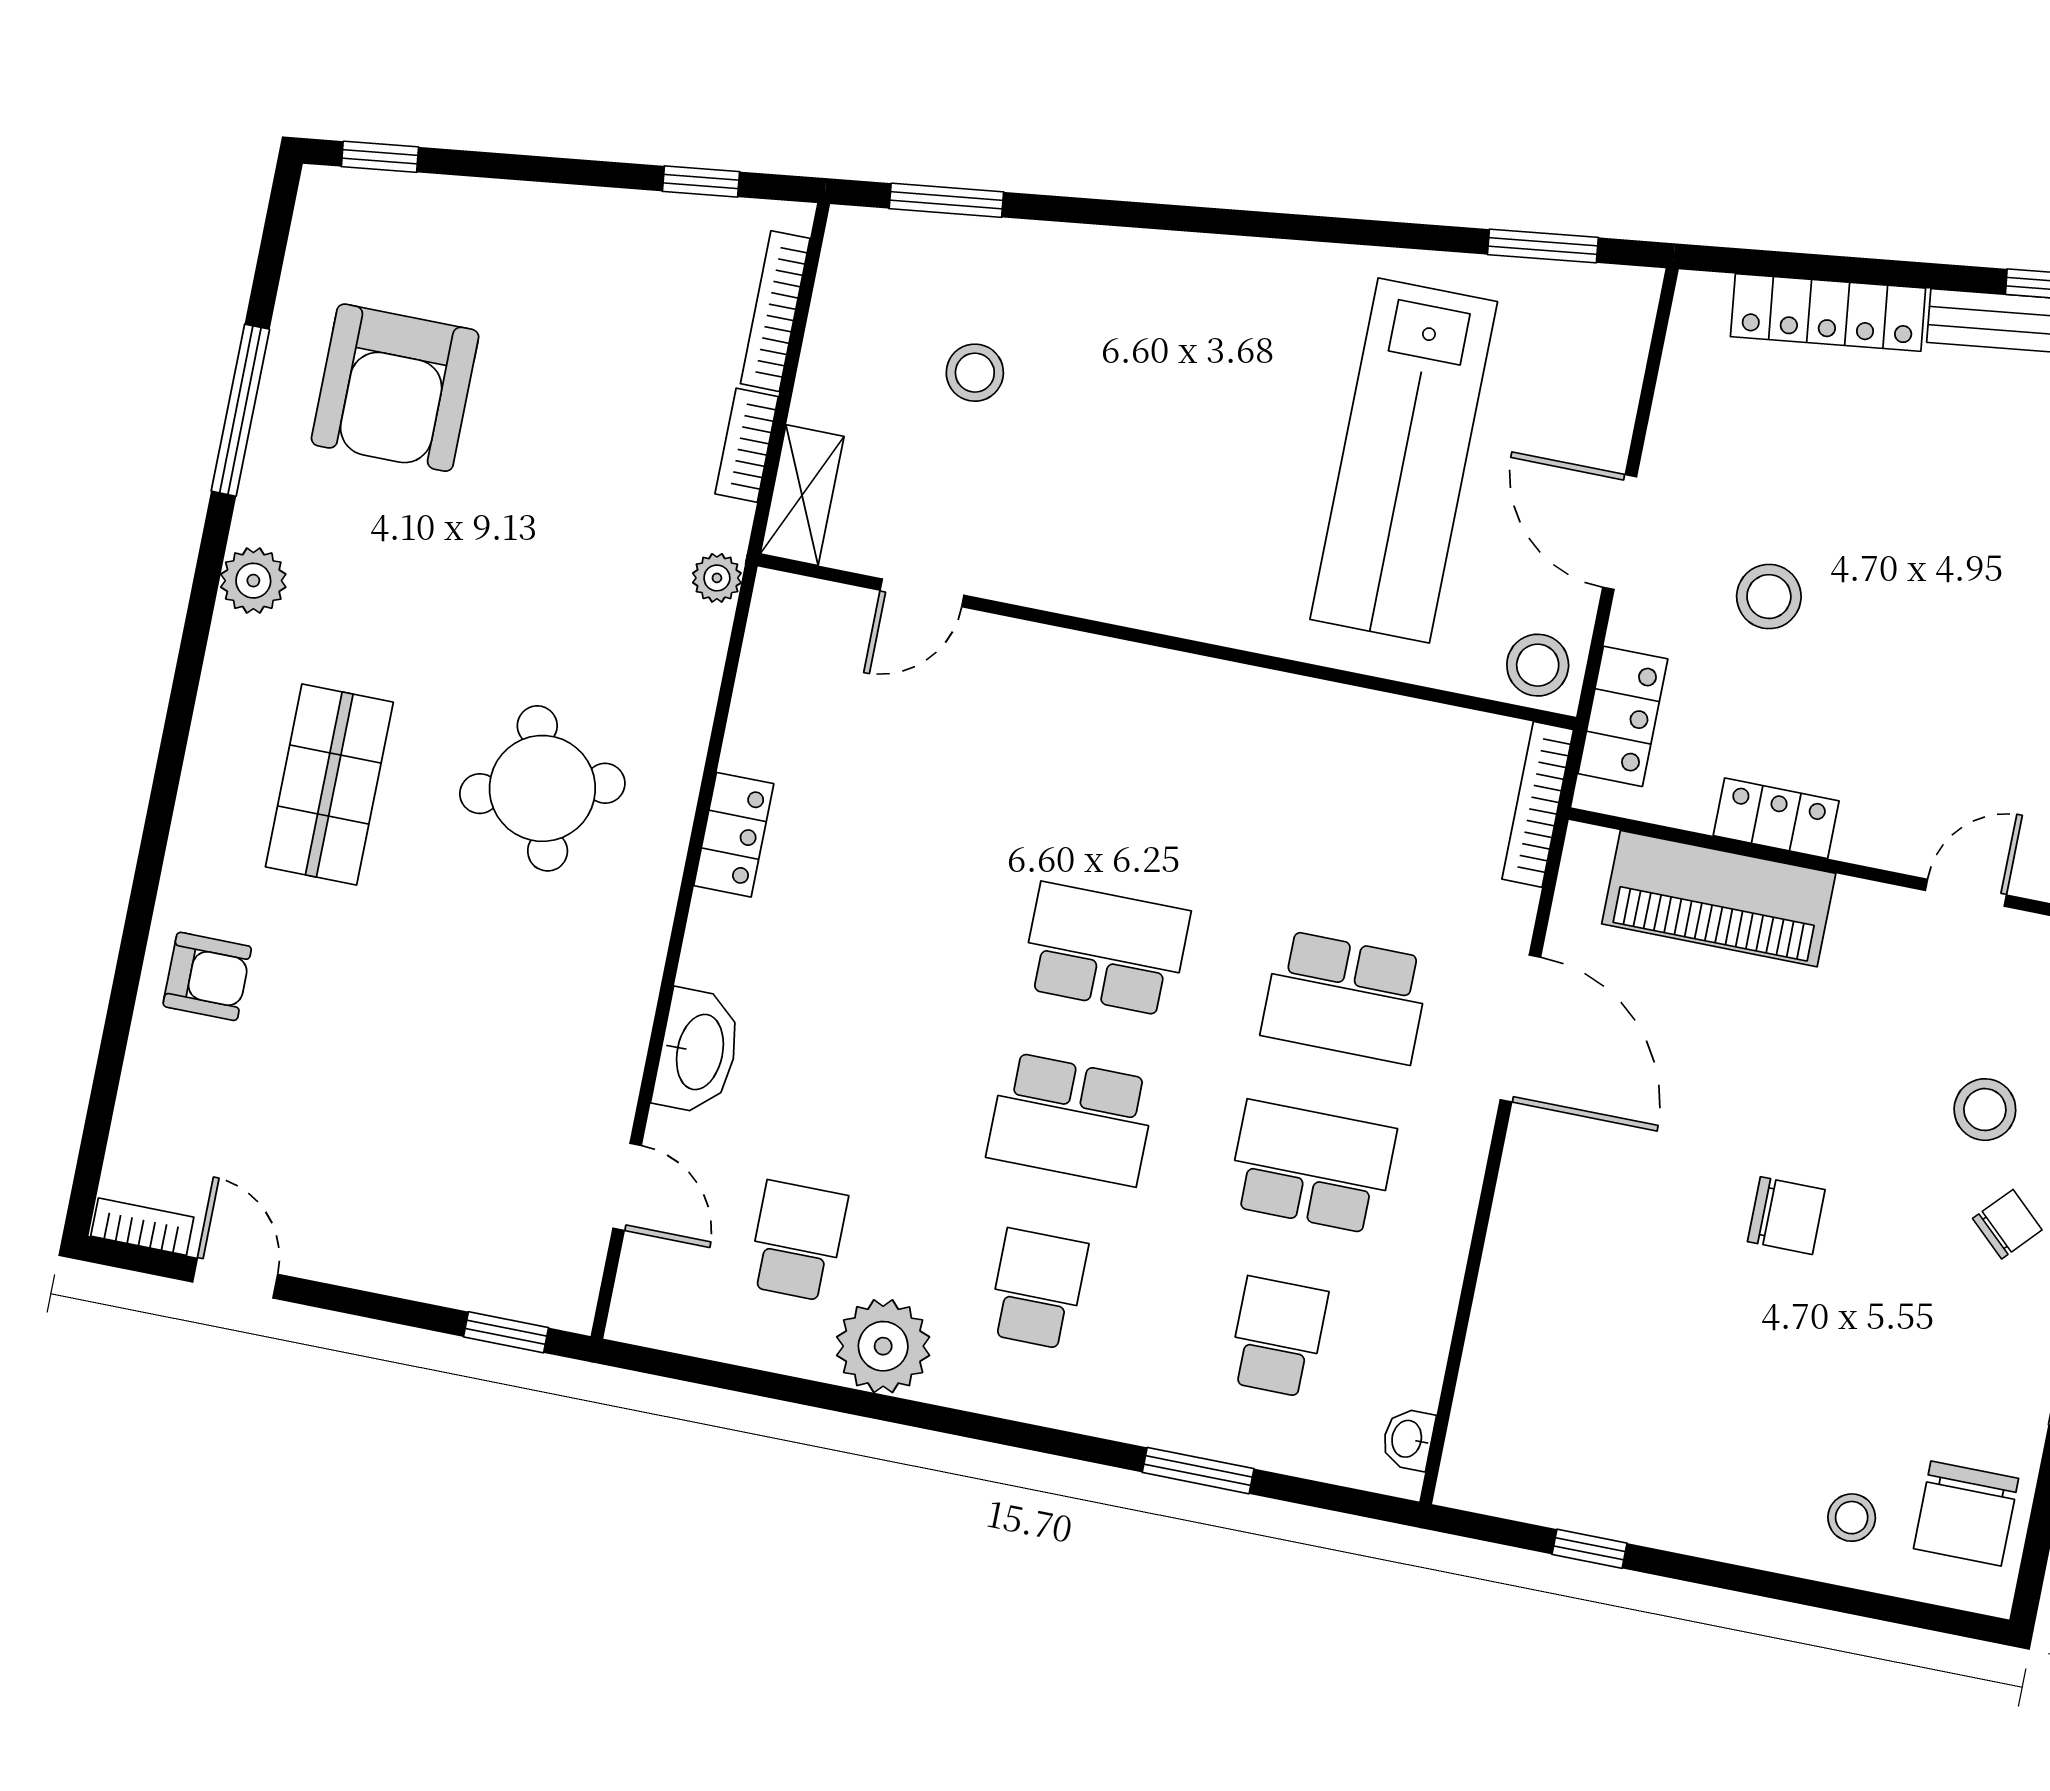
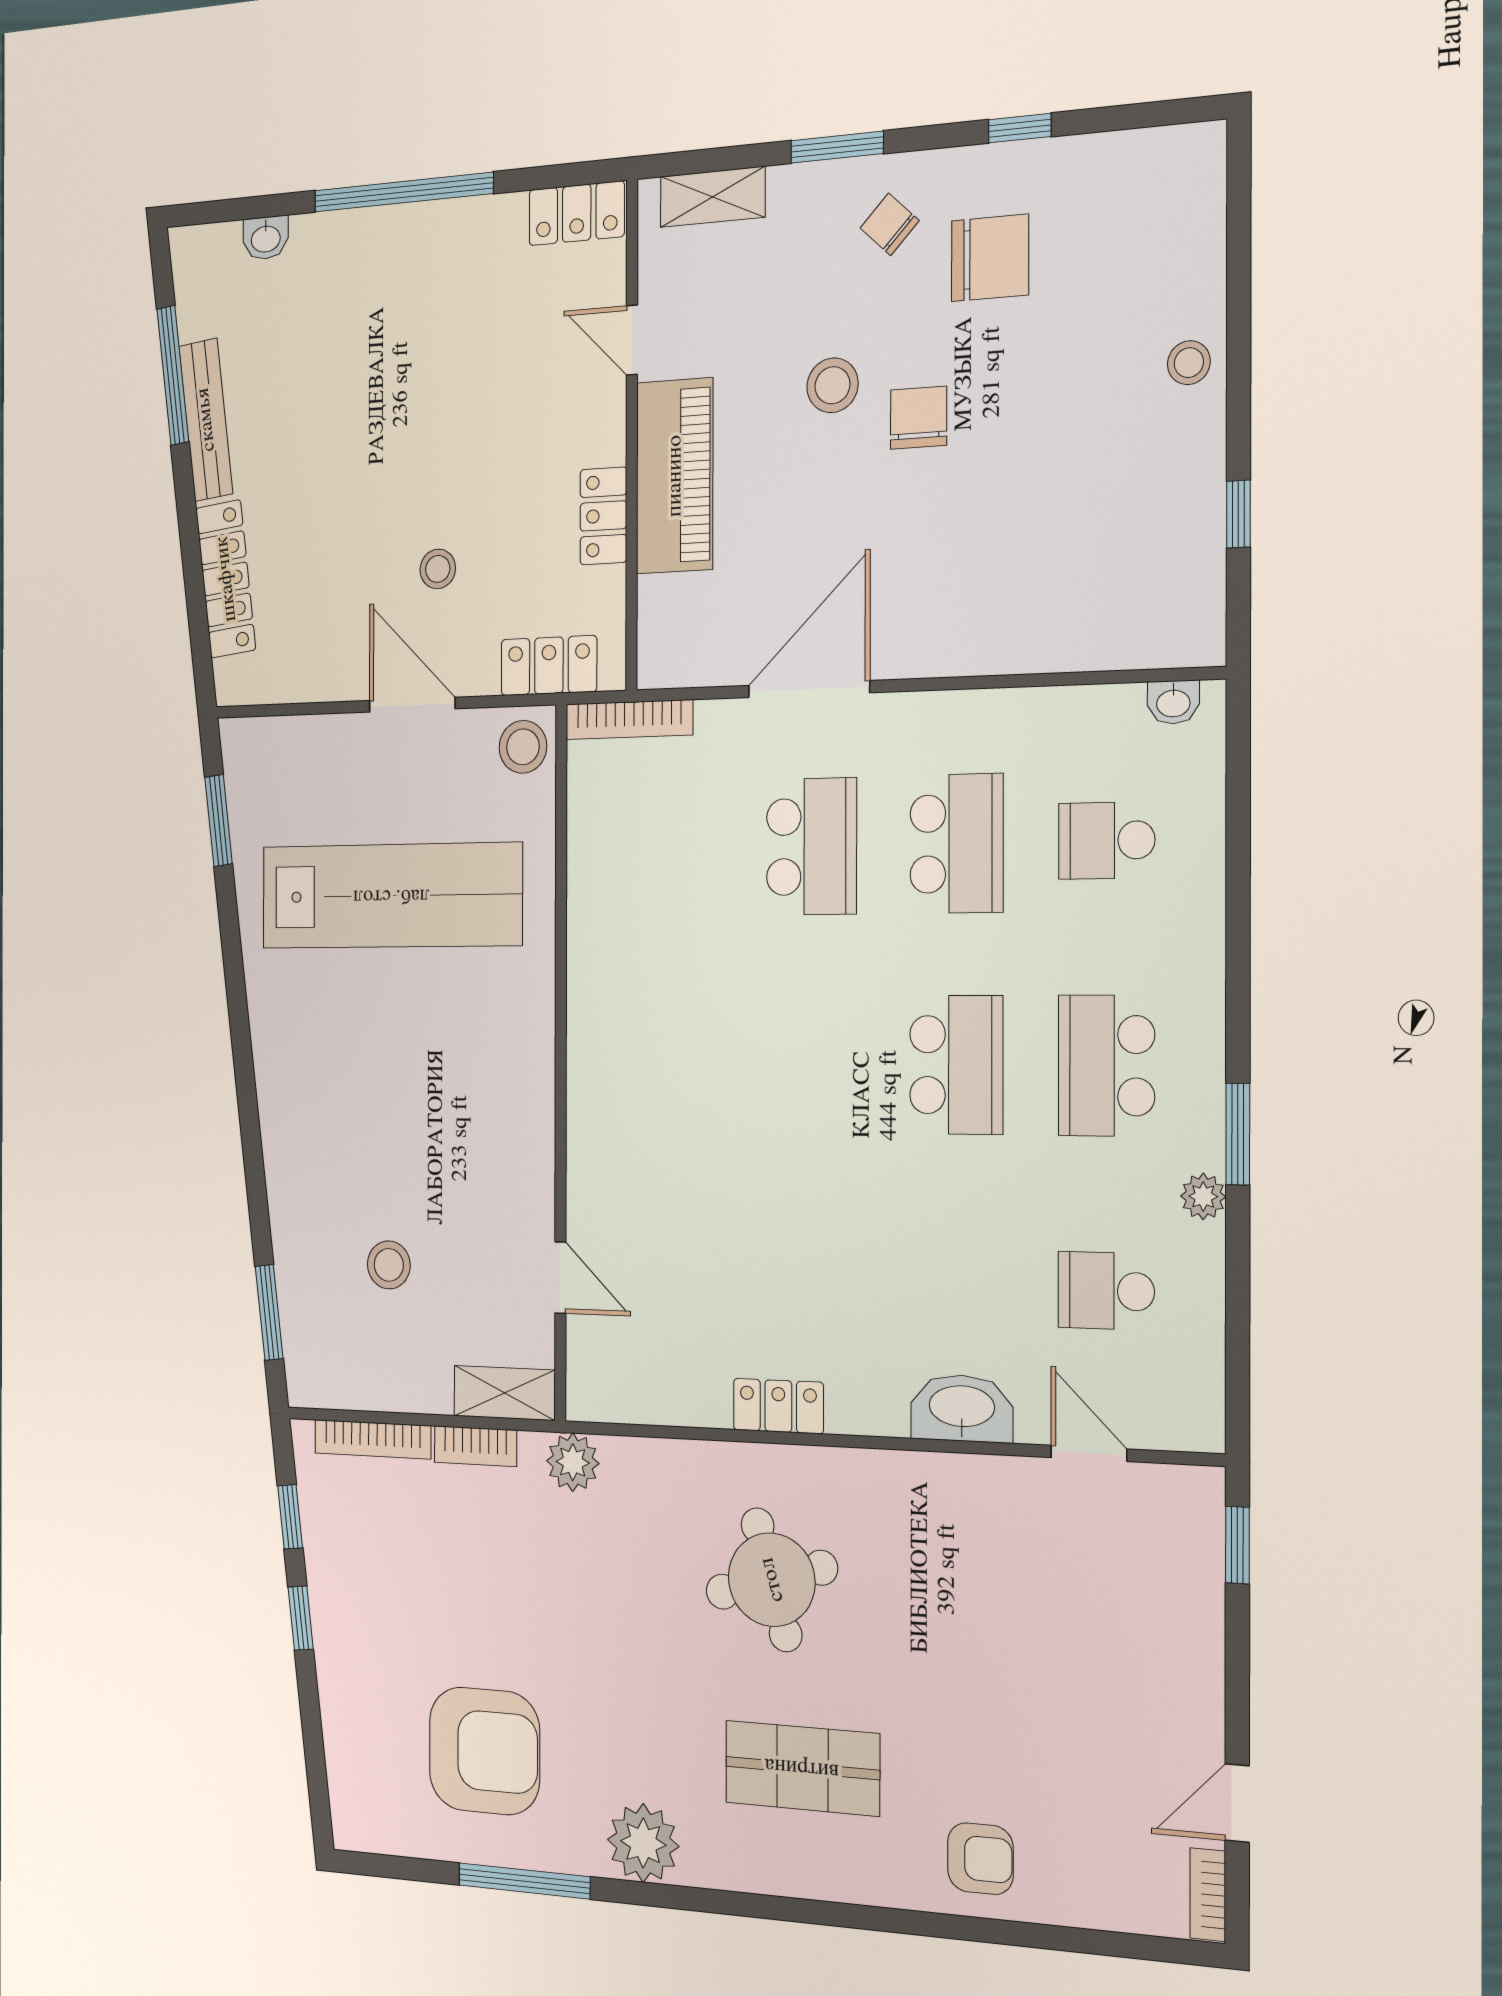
window: (380, 157) -> (301, 1618), moved
door: (1620, 532) -> (412, 705), swing flipped
plant: (717, 578) -> (573, 1462), width x1.38, depth x1.38
plant: (253, 581) -> (643, 1843), width x1.36, depth x1.36
stool: (1769, 597) -> (438, 569), width x0.73, depth x0.73
piano: (1719, 899) -> (675, 476), moved
school desk: (1105, 949) -> (811, 1064), removed
armchair: (207, 976) -> (980, 1859), turned 90
stool: (1985, 1110) -> (833, 385), moved
school desk: (1312, 1167) -> (957, 844), turned 180
door: (627, 1187) -> (1089, 1453), hinge flipped
school desk: (1038, 1289) -> (1106, 1066), width x1.85
plant: (883, 1346) -> (1203, 1196), width x0.53, depth x0.53
window: (1198, 1471) -> (1238, 1134), moved
chair: (1966, 1514) -> (990, 258), moved
stool: (1852, 1518) -> (1189, 363), moved

